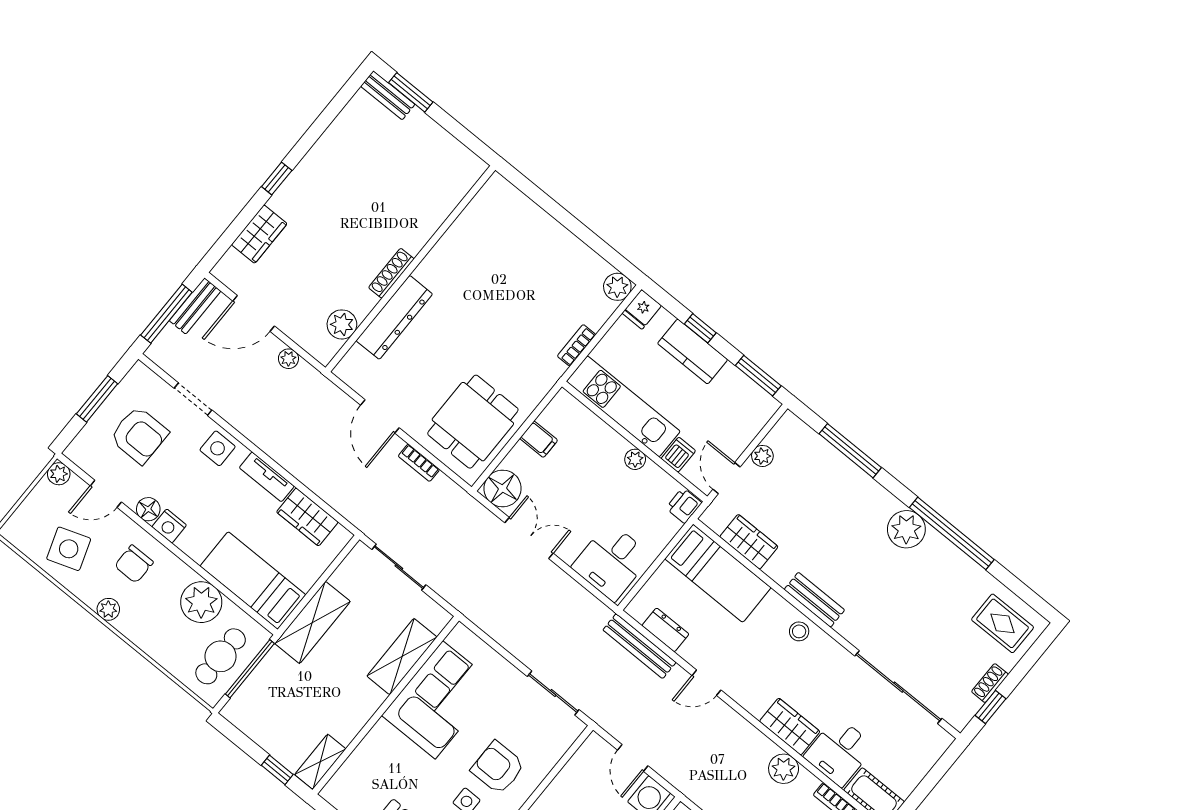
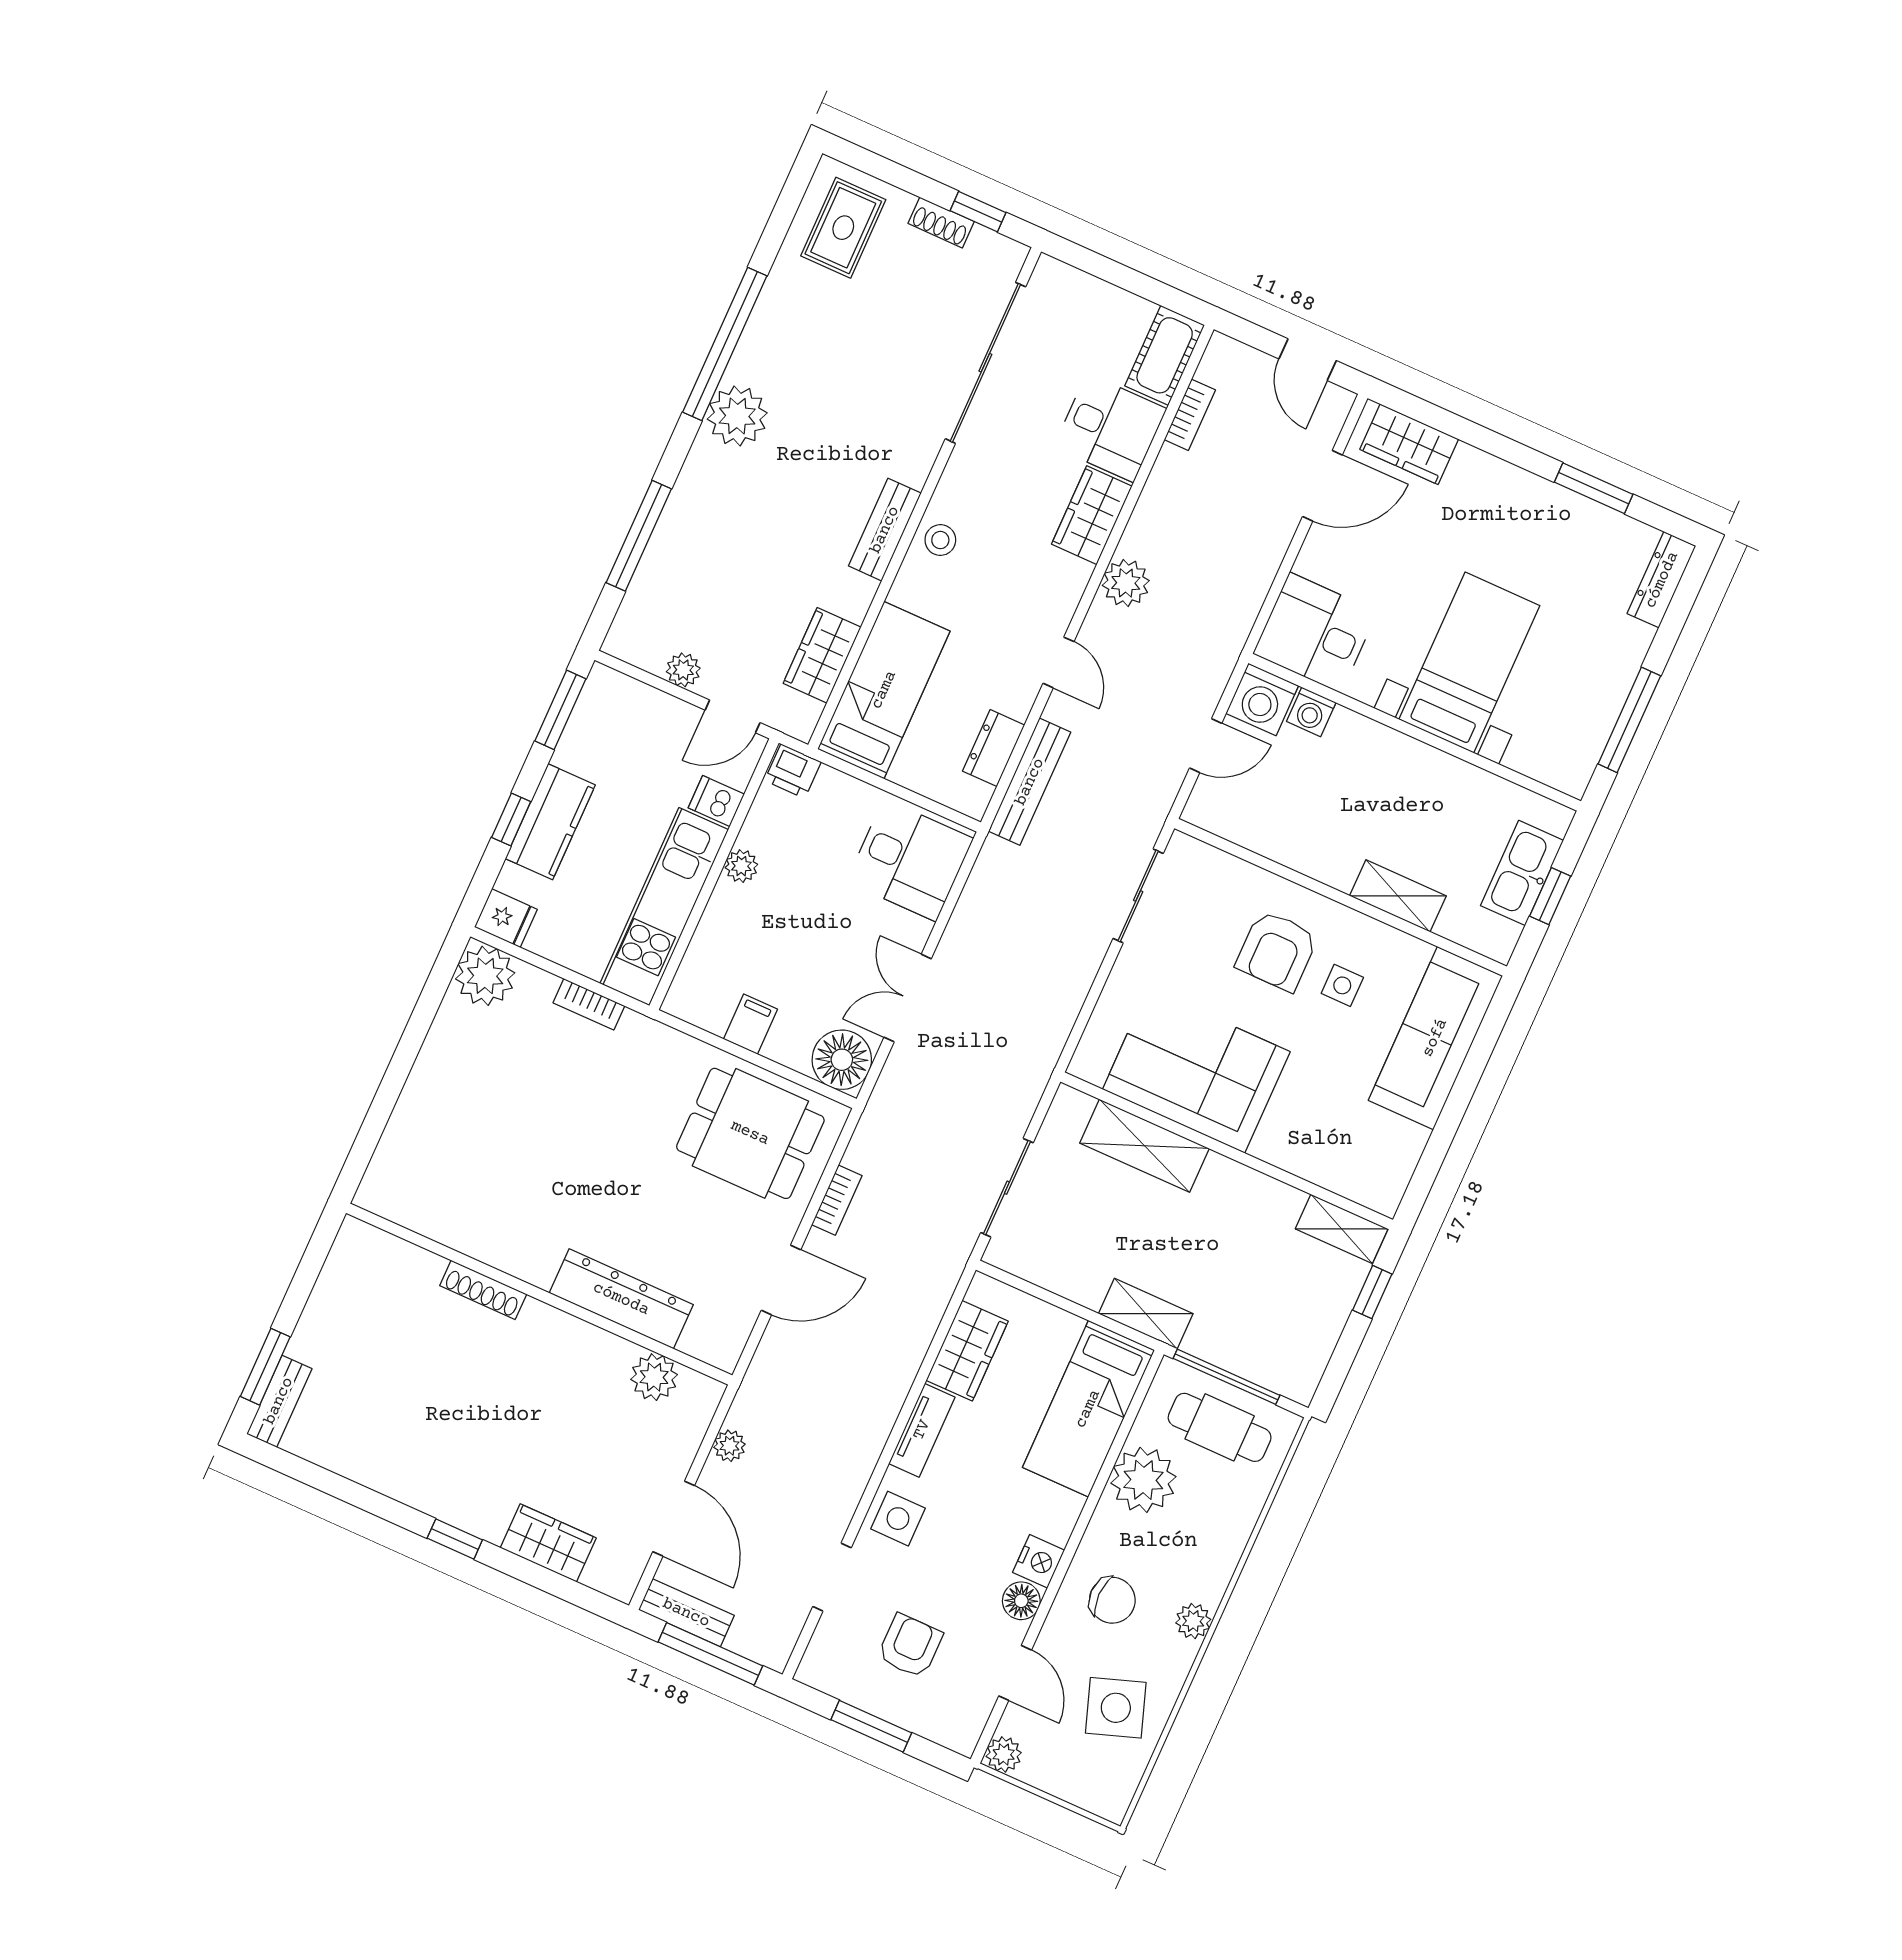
shoe rack: (391, 273) -> (483, 1290), moved
plant: (617, 287) -> (485, 976), width x1.36, depth x1.36
armchair: (139, 435) -> (910, 1646), width x0.72, depth x0.72
shelving: (312, 622) -> (1146, 1314), width x0.67, depth x0.75
plant: (784, 769) -> (1126, 583), moved

